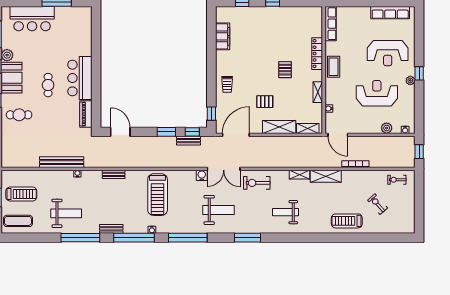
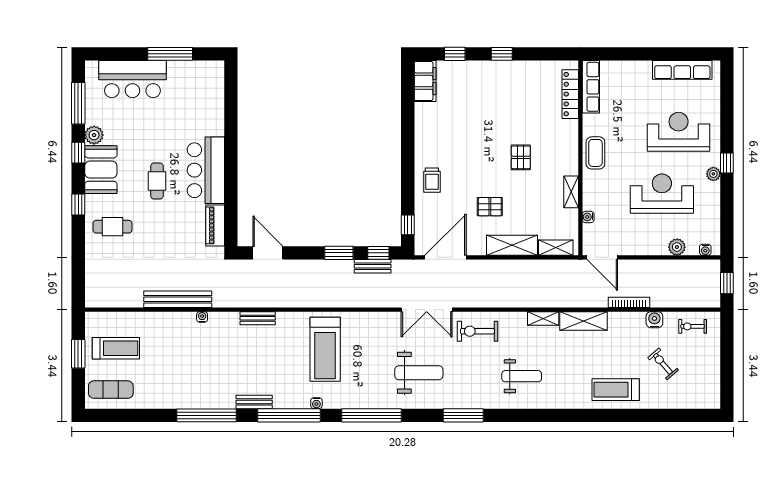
filing cabinet: (223, 36) -> (425, 81), moved
reception desk: (388, 53) -> (679, 132), turned 180
locker: (317, 54) -> (570, 94), moved
water cooler: (202, 175) -> (654, 320), moved
weight bench: (286, 212) -> (522, 376), turned 180
weight bench: (66, 213) -> (185, 378), removed

